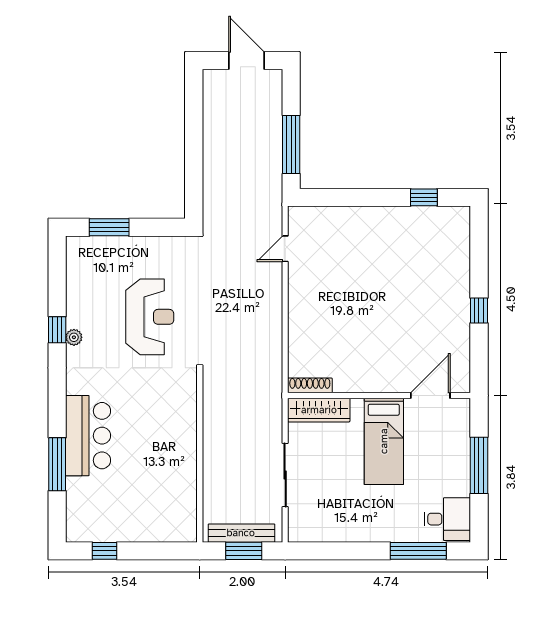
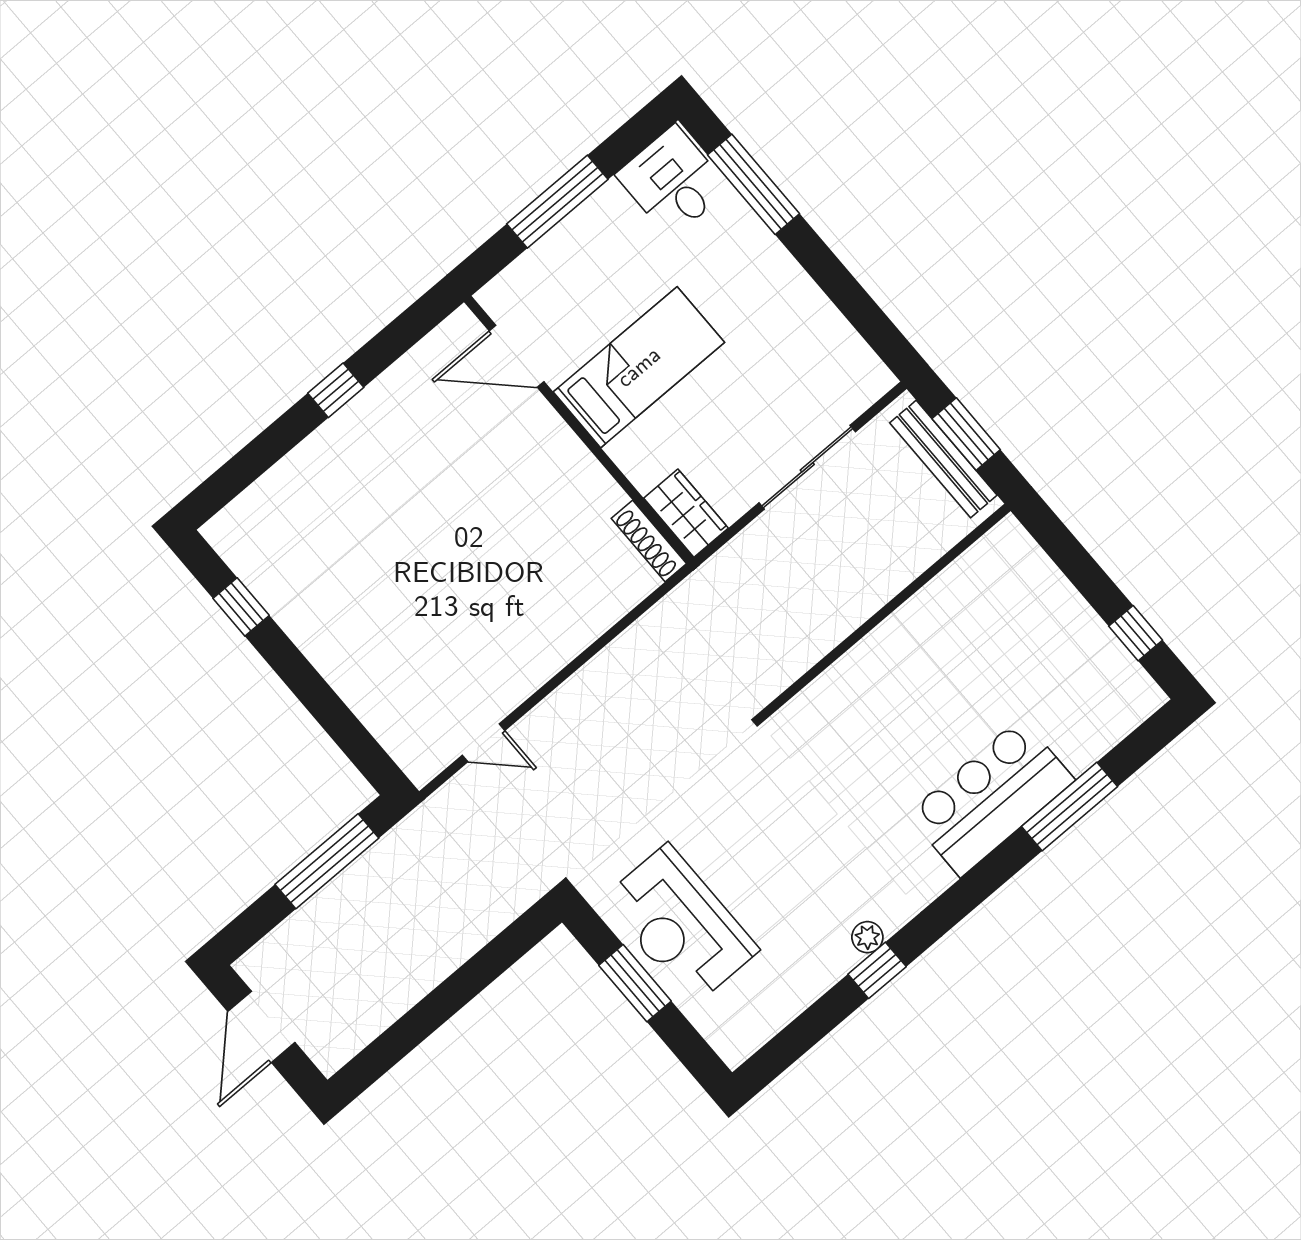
window: (109, 227) -> (635, 983), moved
reception desk: (150, 317) -> (680, 925), moved, turned -90
wardrobe: (319, 410) -> (686, 513), width x0.67

